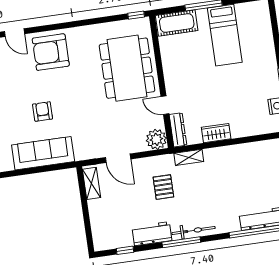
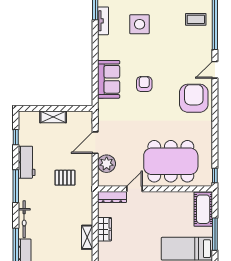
armchair: (43, 111) -> (144, 84), turned -90
plant: (156, 139) -> (107, 164), moved
sofa: (43, 153) -> (109, 79), width x0.73
shelving: (189, 157) -> (87, 237), moved
shelving: (91, 183) -> (53, 117), moved
bicycle: (194, 231) -> (24, 219), moved

